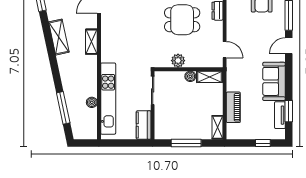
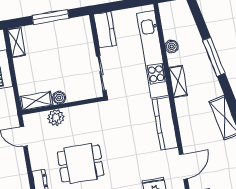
kitchen counter: (108, 41) -> (165, 123), added
shelving: (91, 42) -> (178, 81), moved
plant: (178, 61) -> (56, 118), moved
window: (63, 108) -> (214, 57), moved

